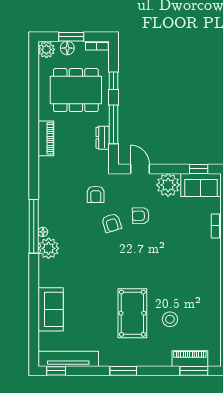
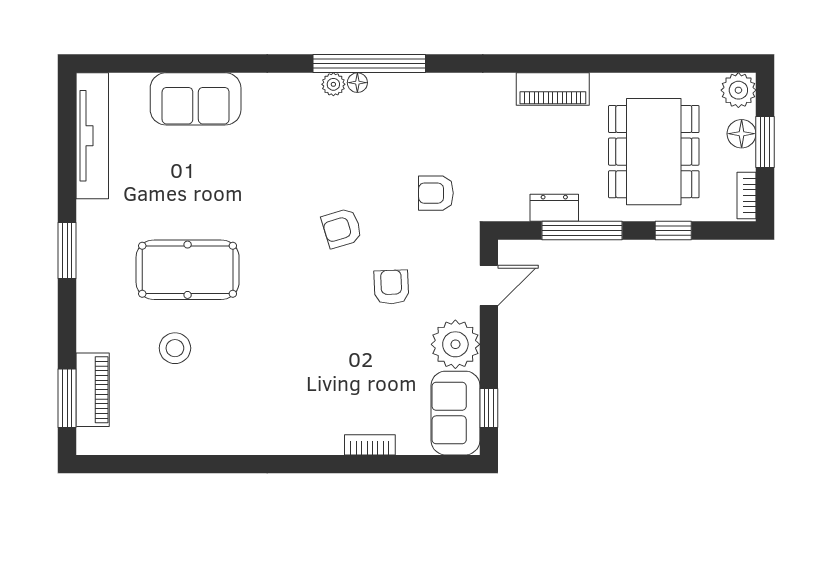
armchair: (112, 223) -> (342, 228), moved
plant: (49, 248) -> (333, 84), width x0.53, depth x0.53
window: (56, 371) -> (67, 110), removed

